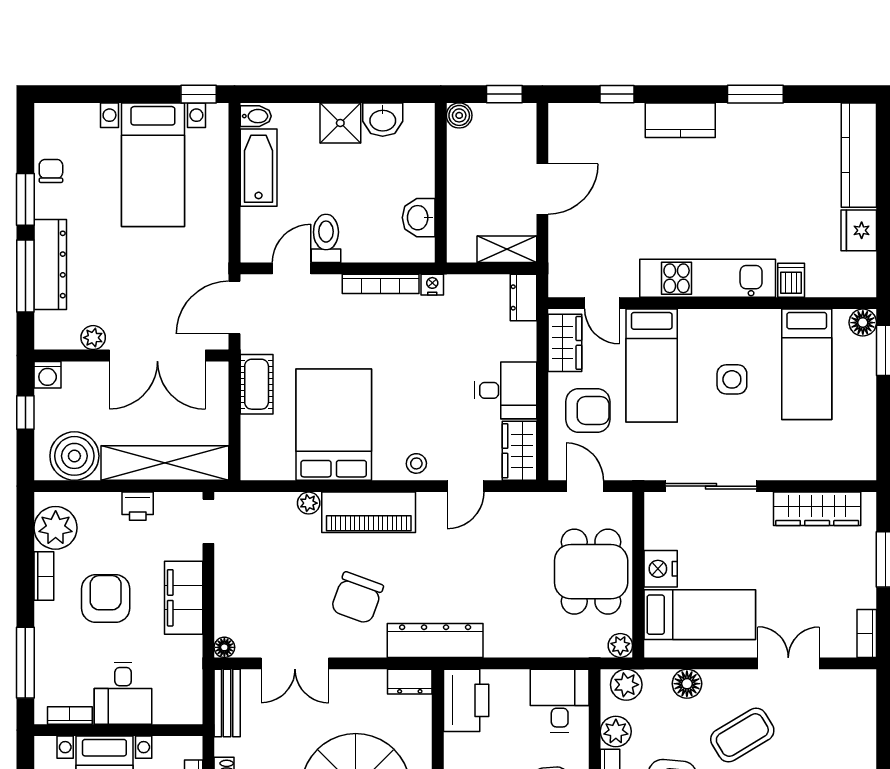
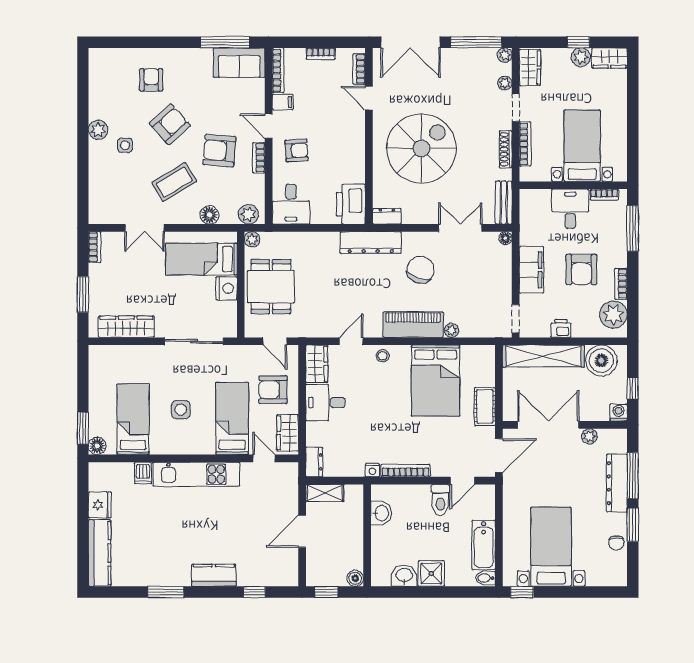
plant: (616, 731) -> (255, 184), removed

